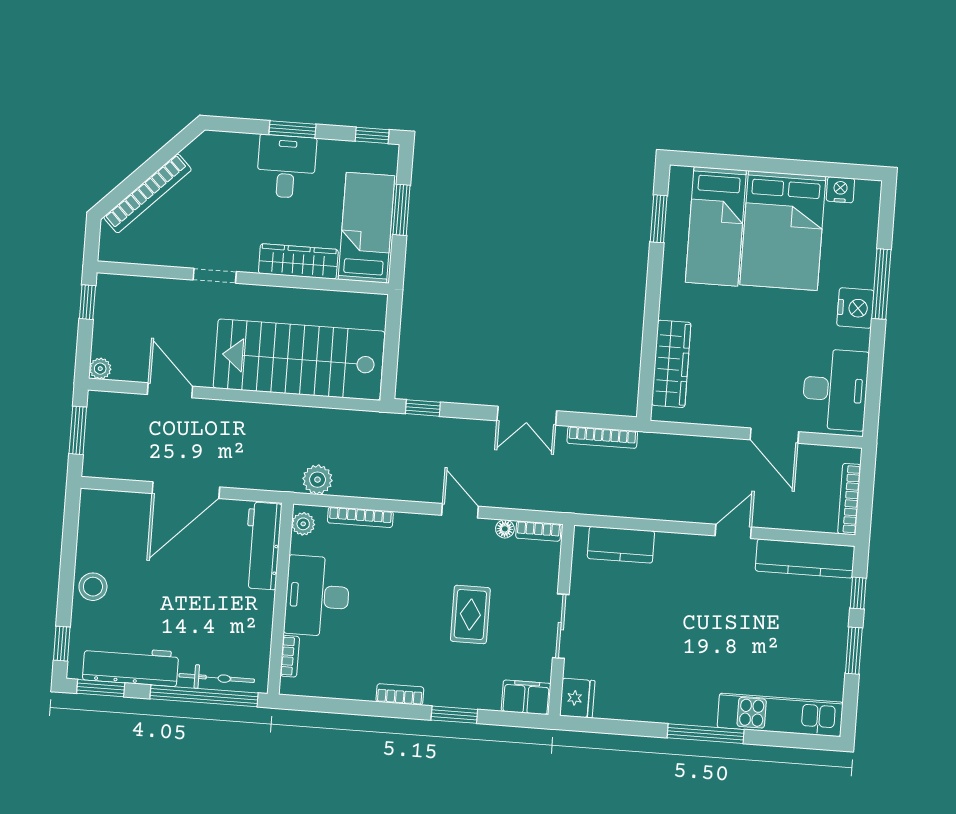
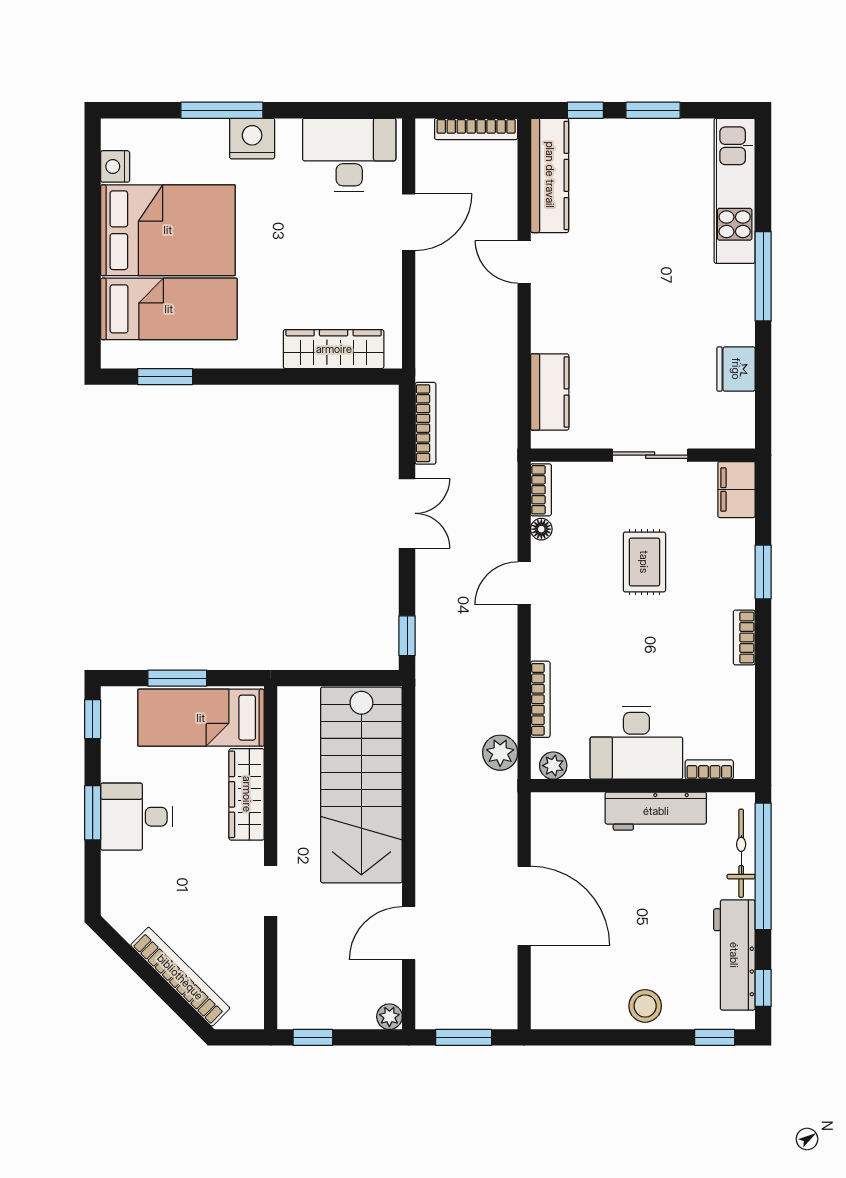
workbench: (263, 546) -> (656, 811), moved
rug: (470, 614) -> (644, 562), turned 90
window: (101, 688) -> (763, 988), width x0.67
fridge: (577, 698) -> (736, 369), moved, turned -90

